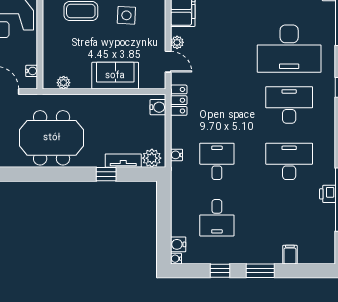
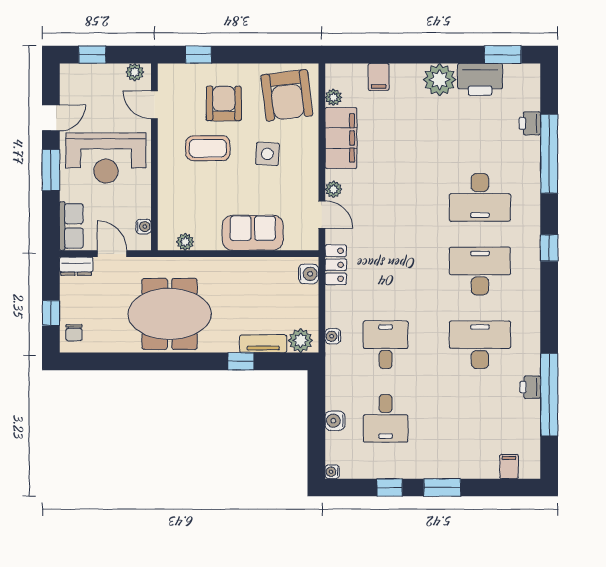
desk: (289, 49) -> (480, 197), width x0.73, depth x0.77
water cooler: (178, 244) -> (335, 421), moved
filing cabinet: (290, 255) -> (509, 466), moved

